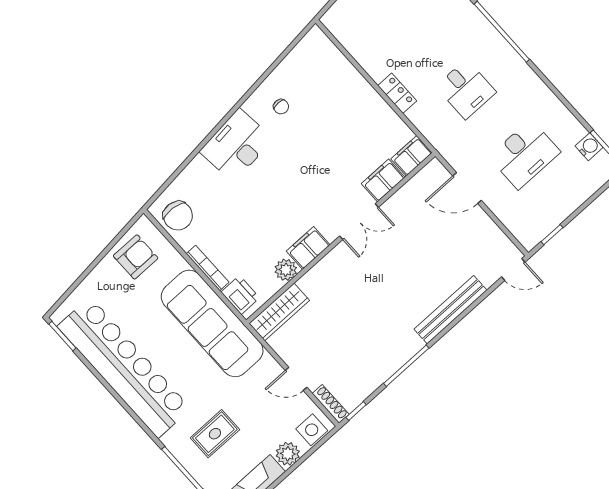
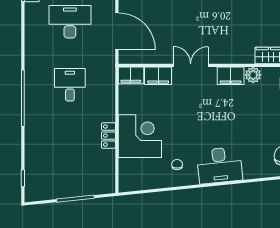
locker: (397, 93) -> (109, 136), moved
corner desk: (346, 101) -> (140, 136), added
door: (467, 188) -> (117, 31), width x1.36

